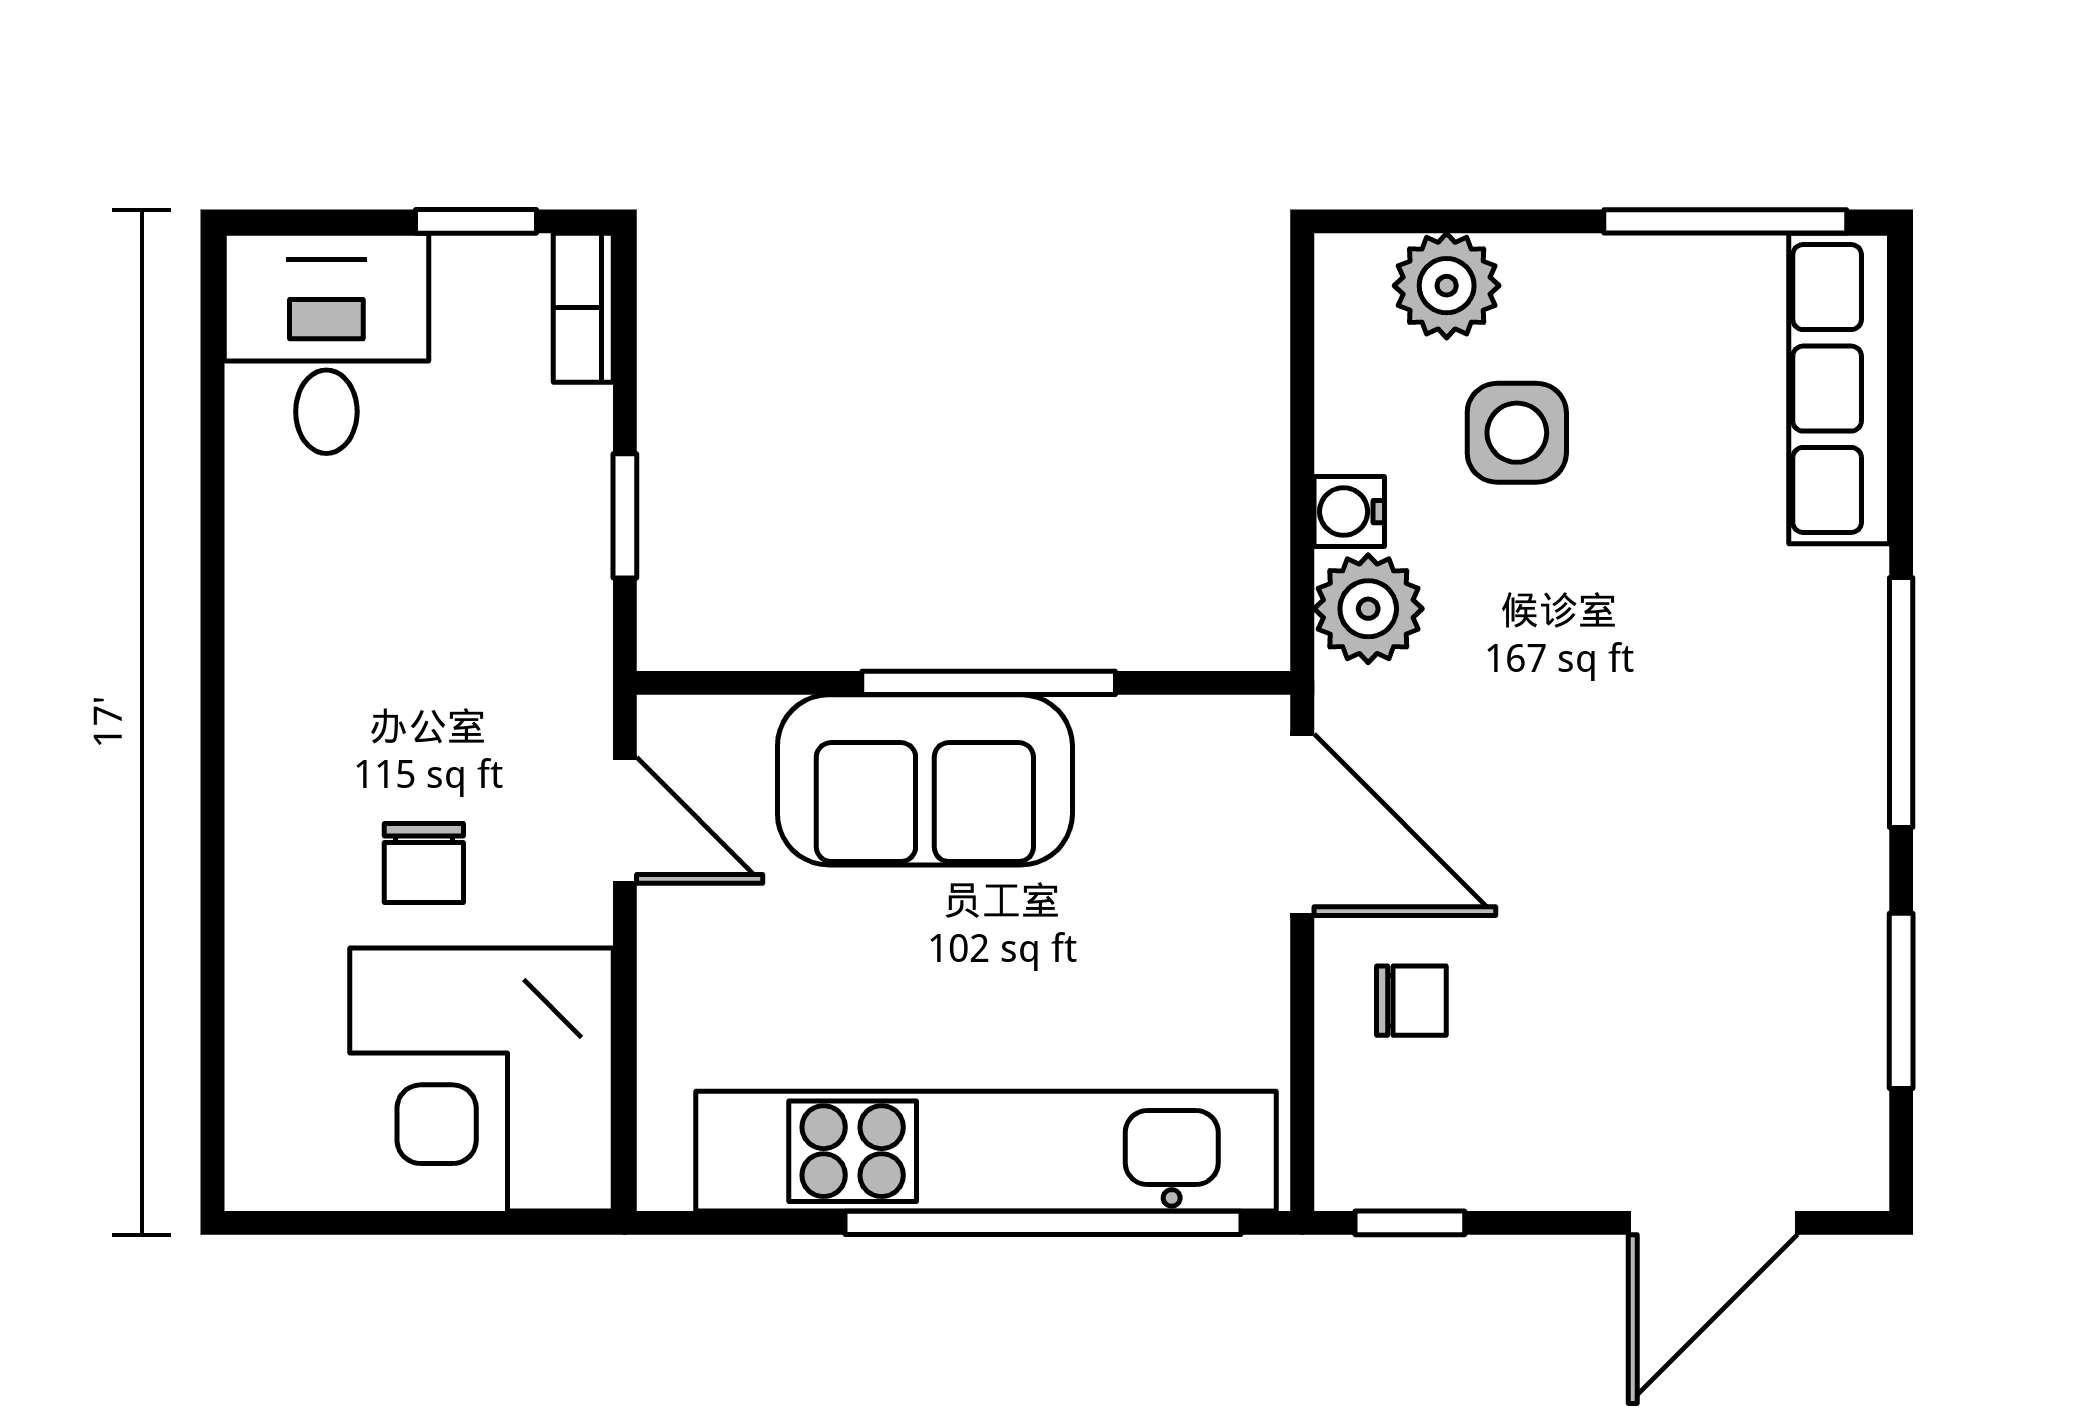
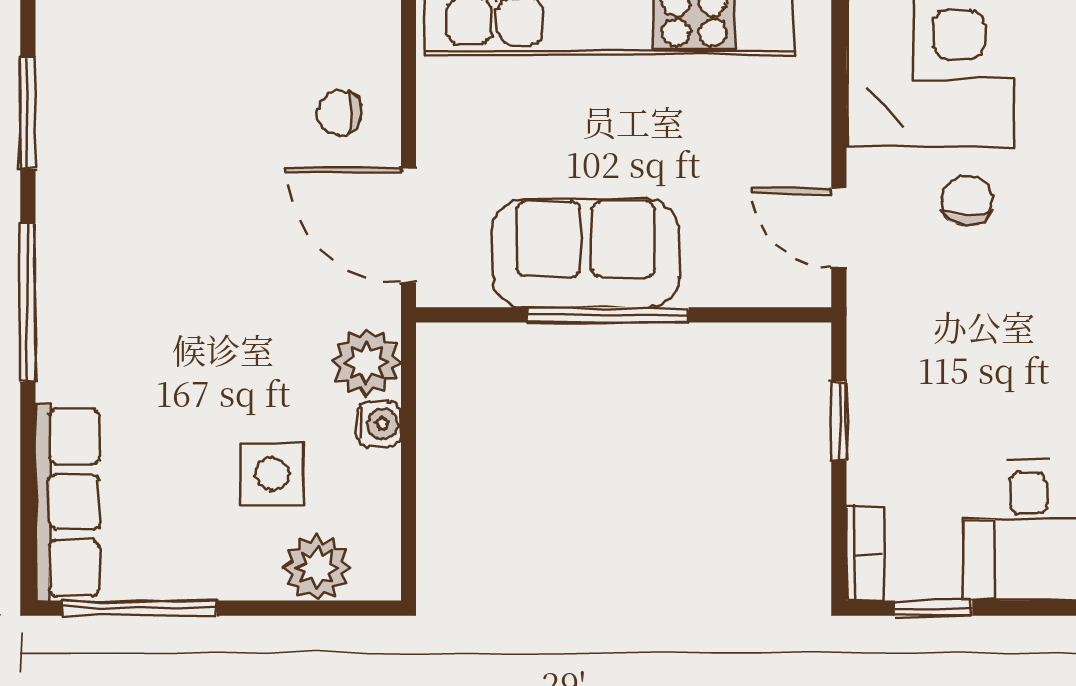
sofa: (925, 780) -> (586, 253), moved

